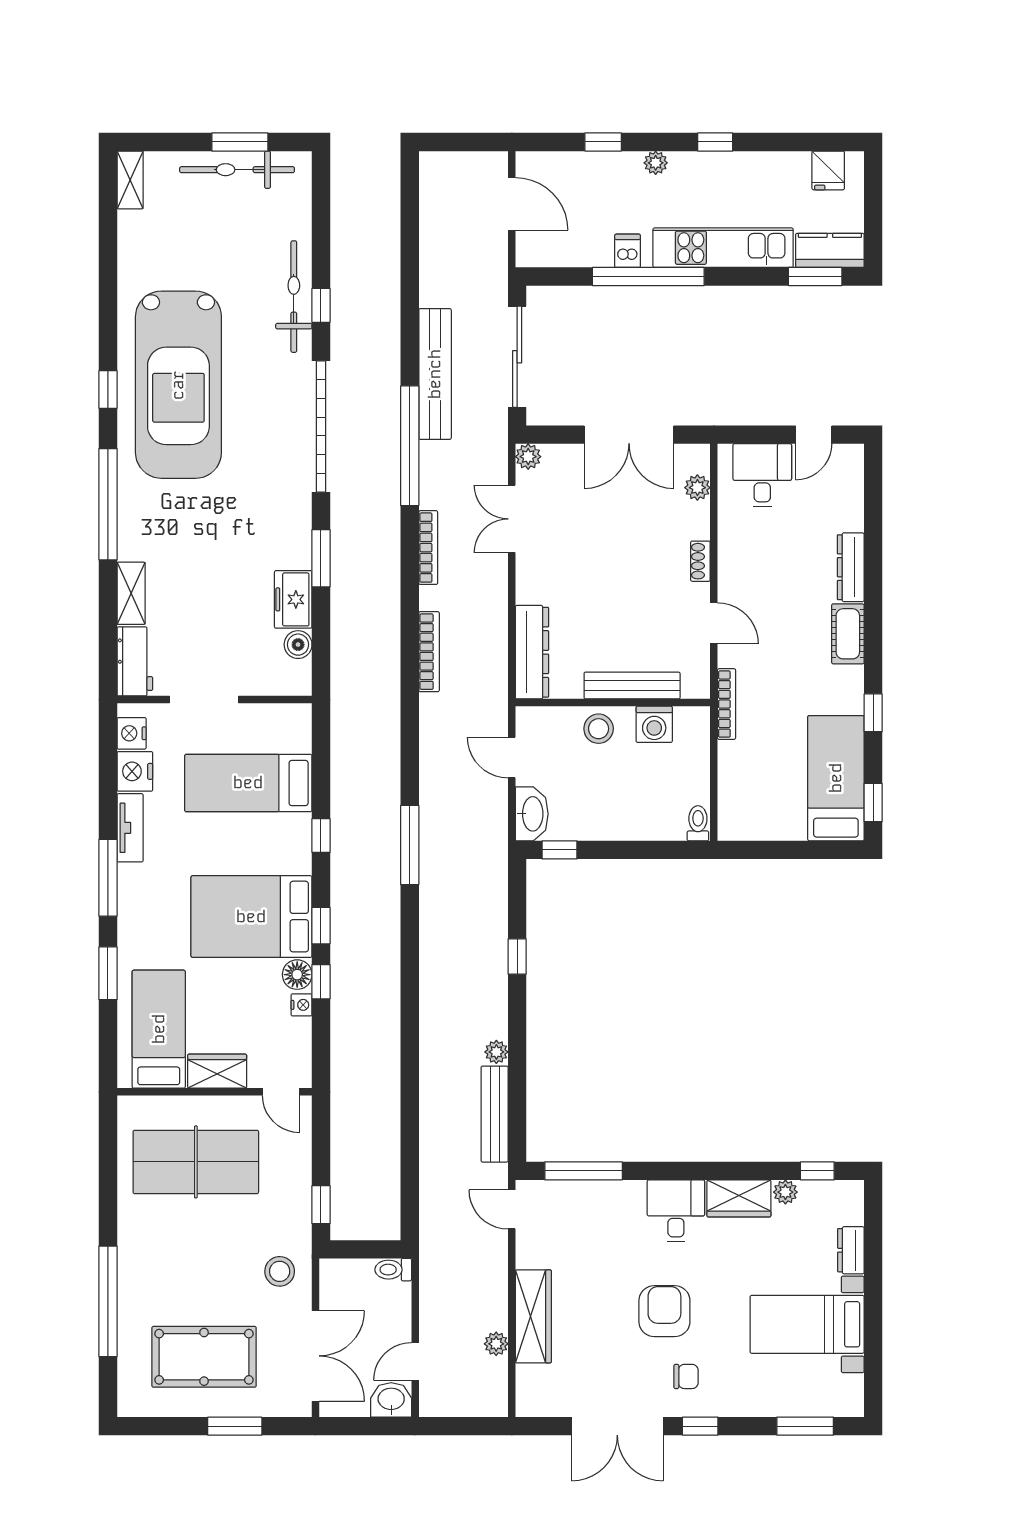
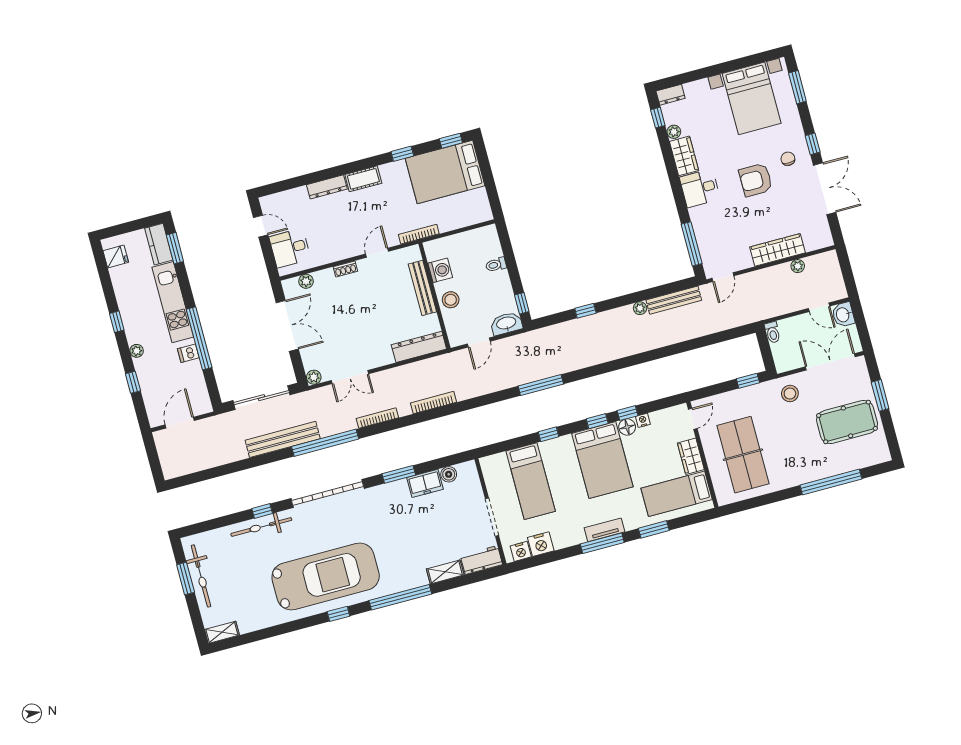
bed: (836, 778) -> (445, 172), width x1.50
toilet: (698, 823) -> (496, 265), moved
tv unit: (130, 828) -> (605, 530), moved
dresser: (851, 1250) -> (671, 95), moved
bed with nightstands: (807, 1324) -> (752, 98), width x1.36
pool table: (204, 1357) -> (847, 422), turned 90

